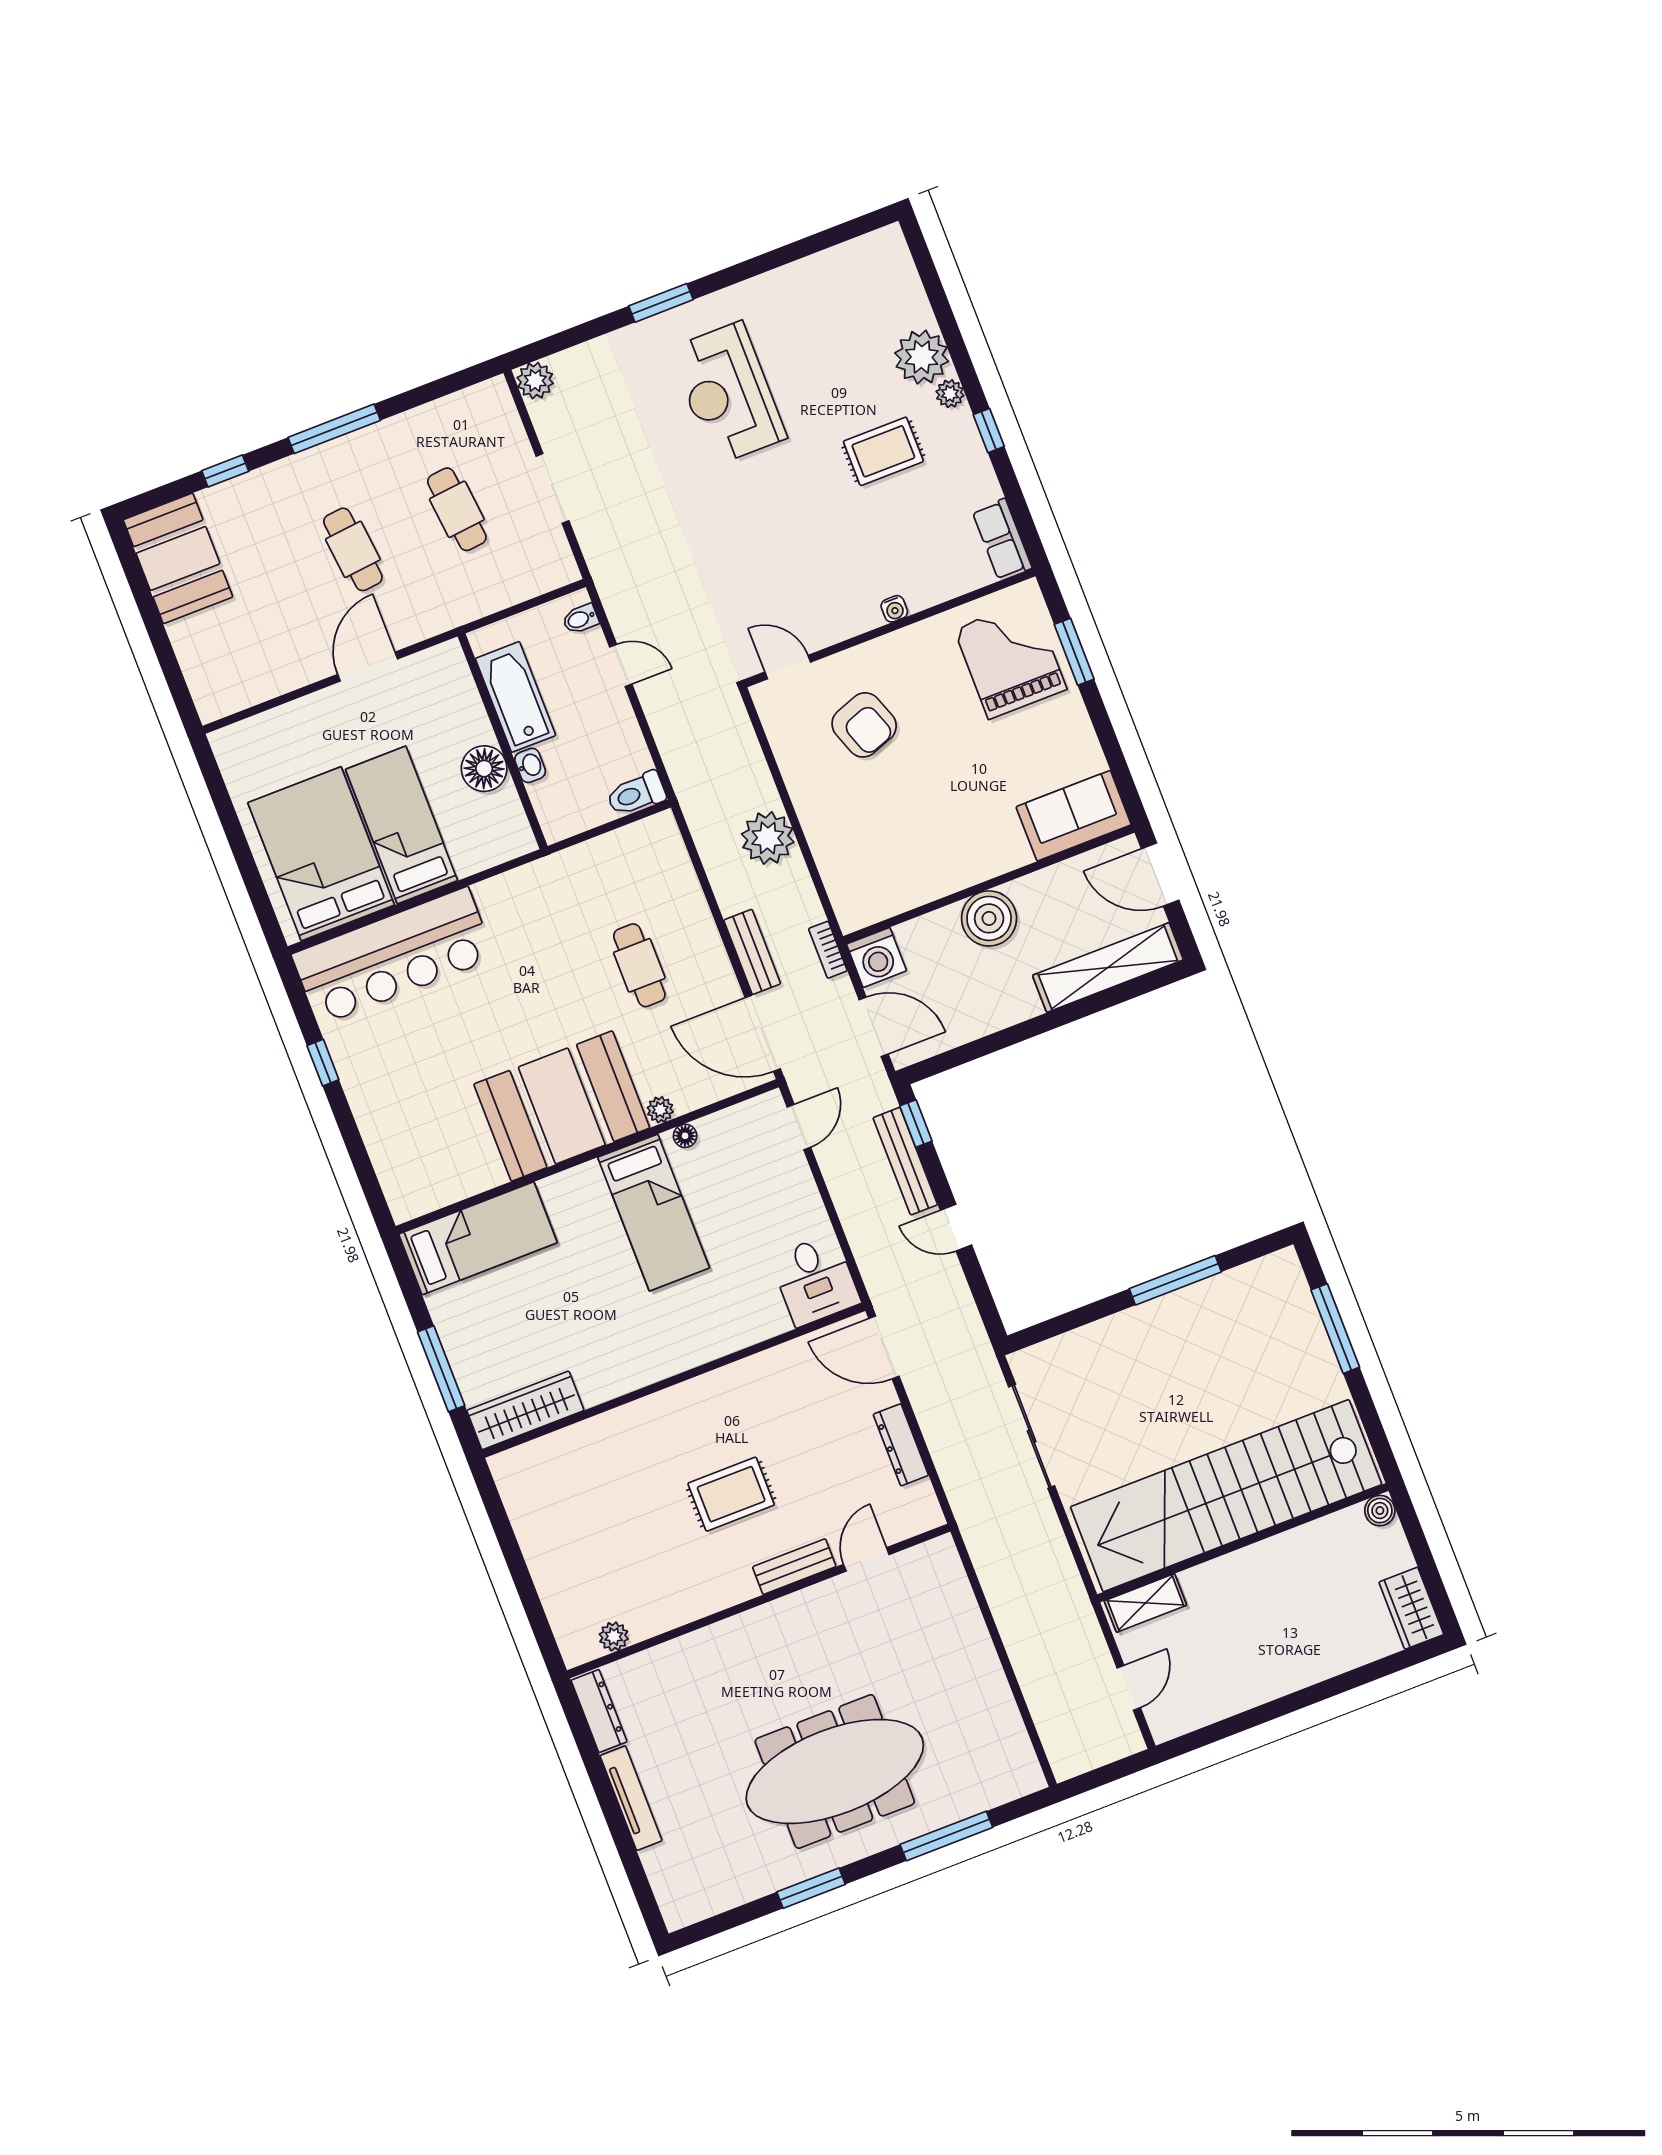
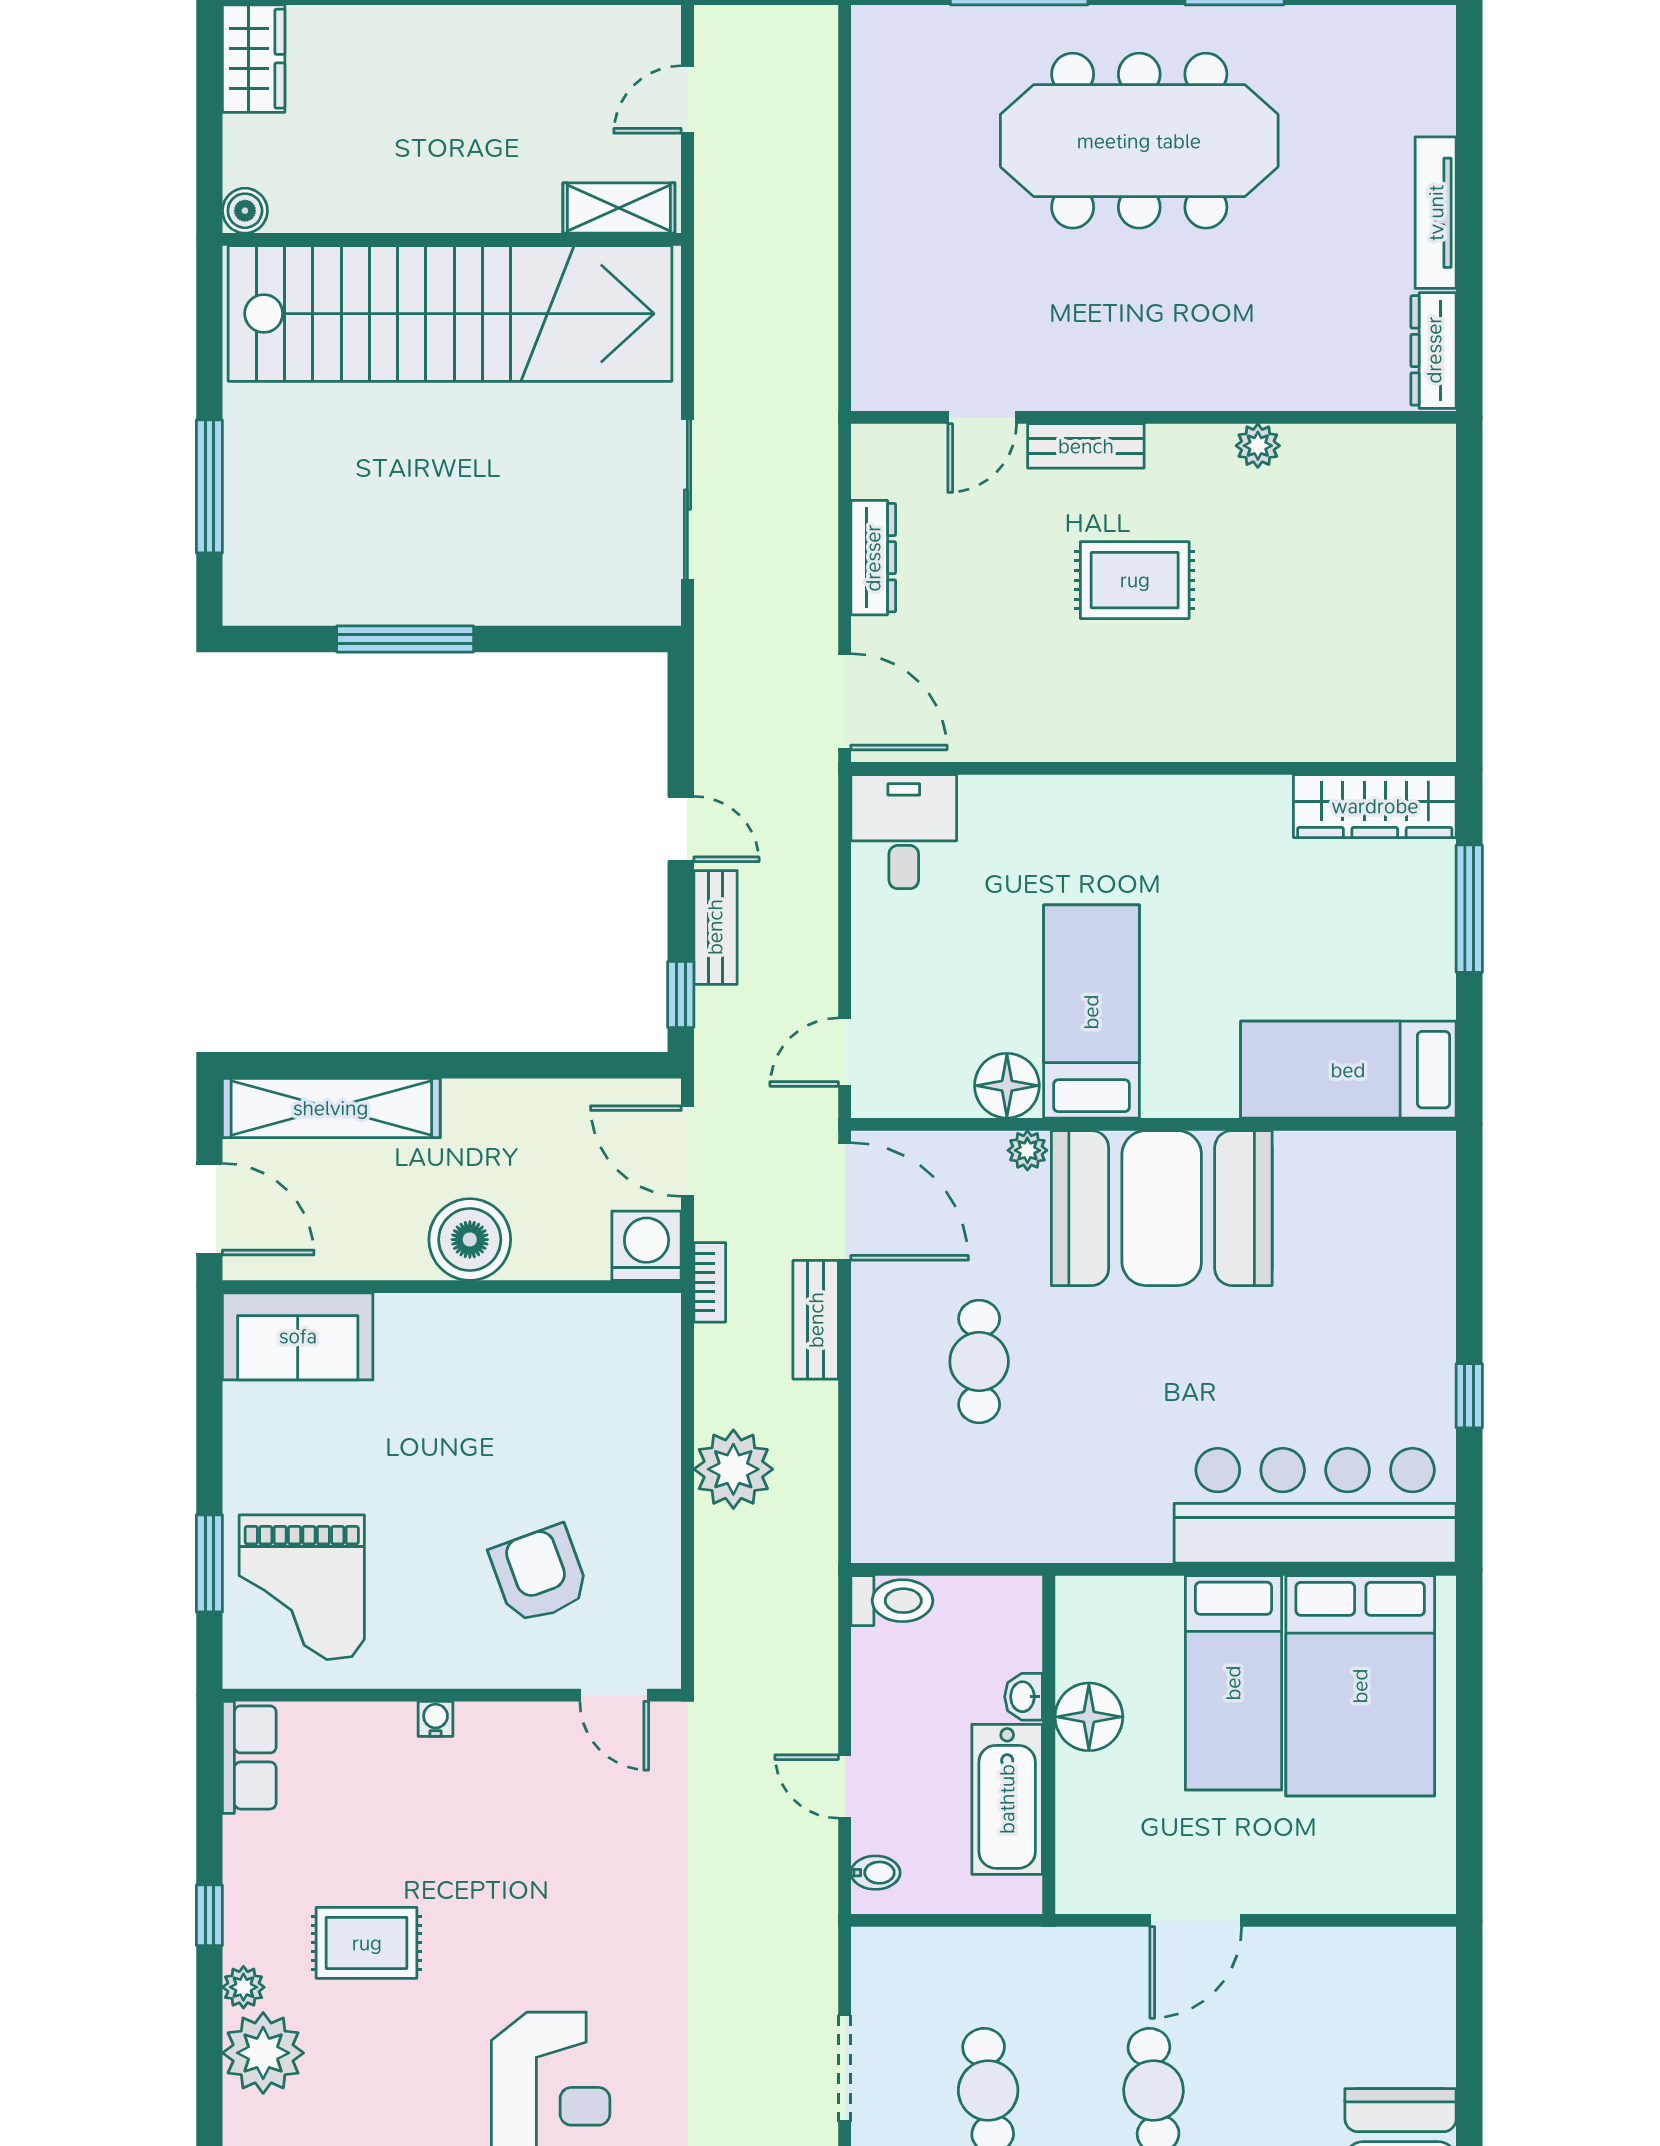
floor lamp: (685, 1136) -> (1007, 1086), width x1.89, depth x1.89
bench: (905, 1161) -> (715, 927), width x0.73
plant: (614, 1636) -> (1258, 446), moved

